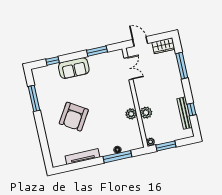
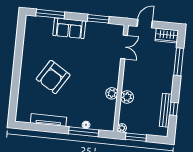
door: (140, 41) -> (145, 24), hinge flipped
window: (52, 61) -> (50, 14), width x2.17
window: (34, 98) -> (19, 45), removed

